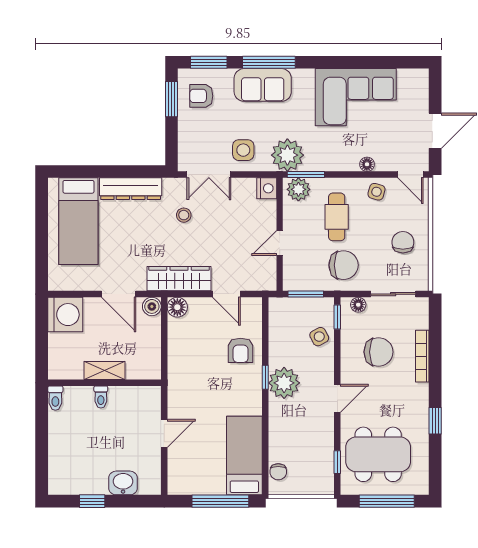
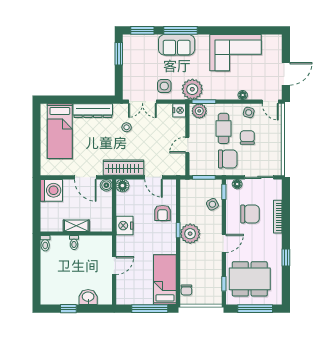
armchair: (201, 96) -> (138, 52), removed
chair: (403, 242) -> (247, 138), moved
nightstand: (181, 370) -> (125, 226), added

